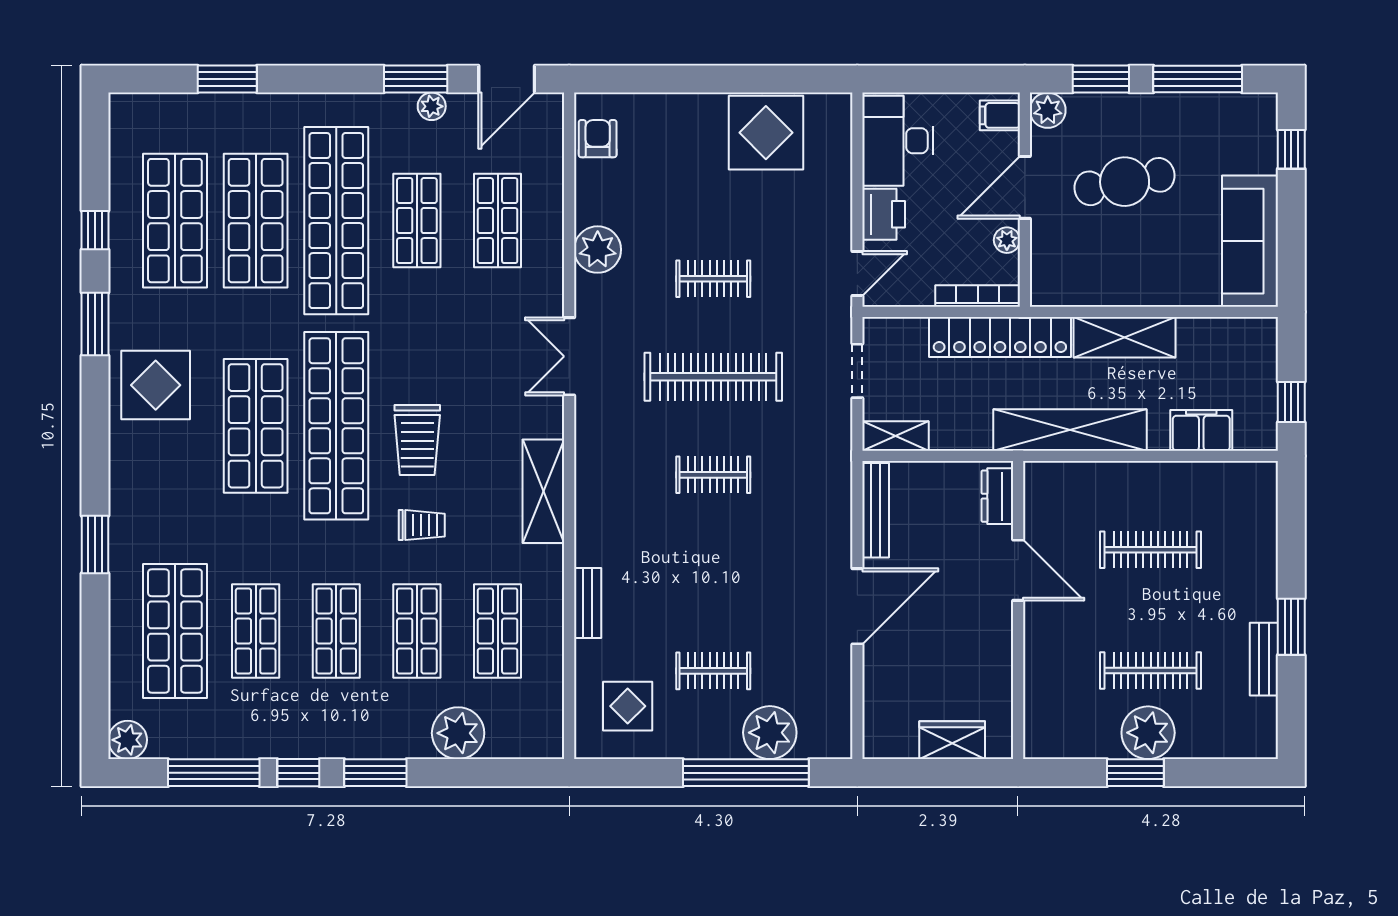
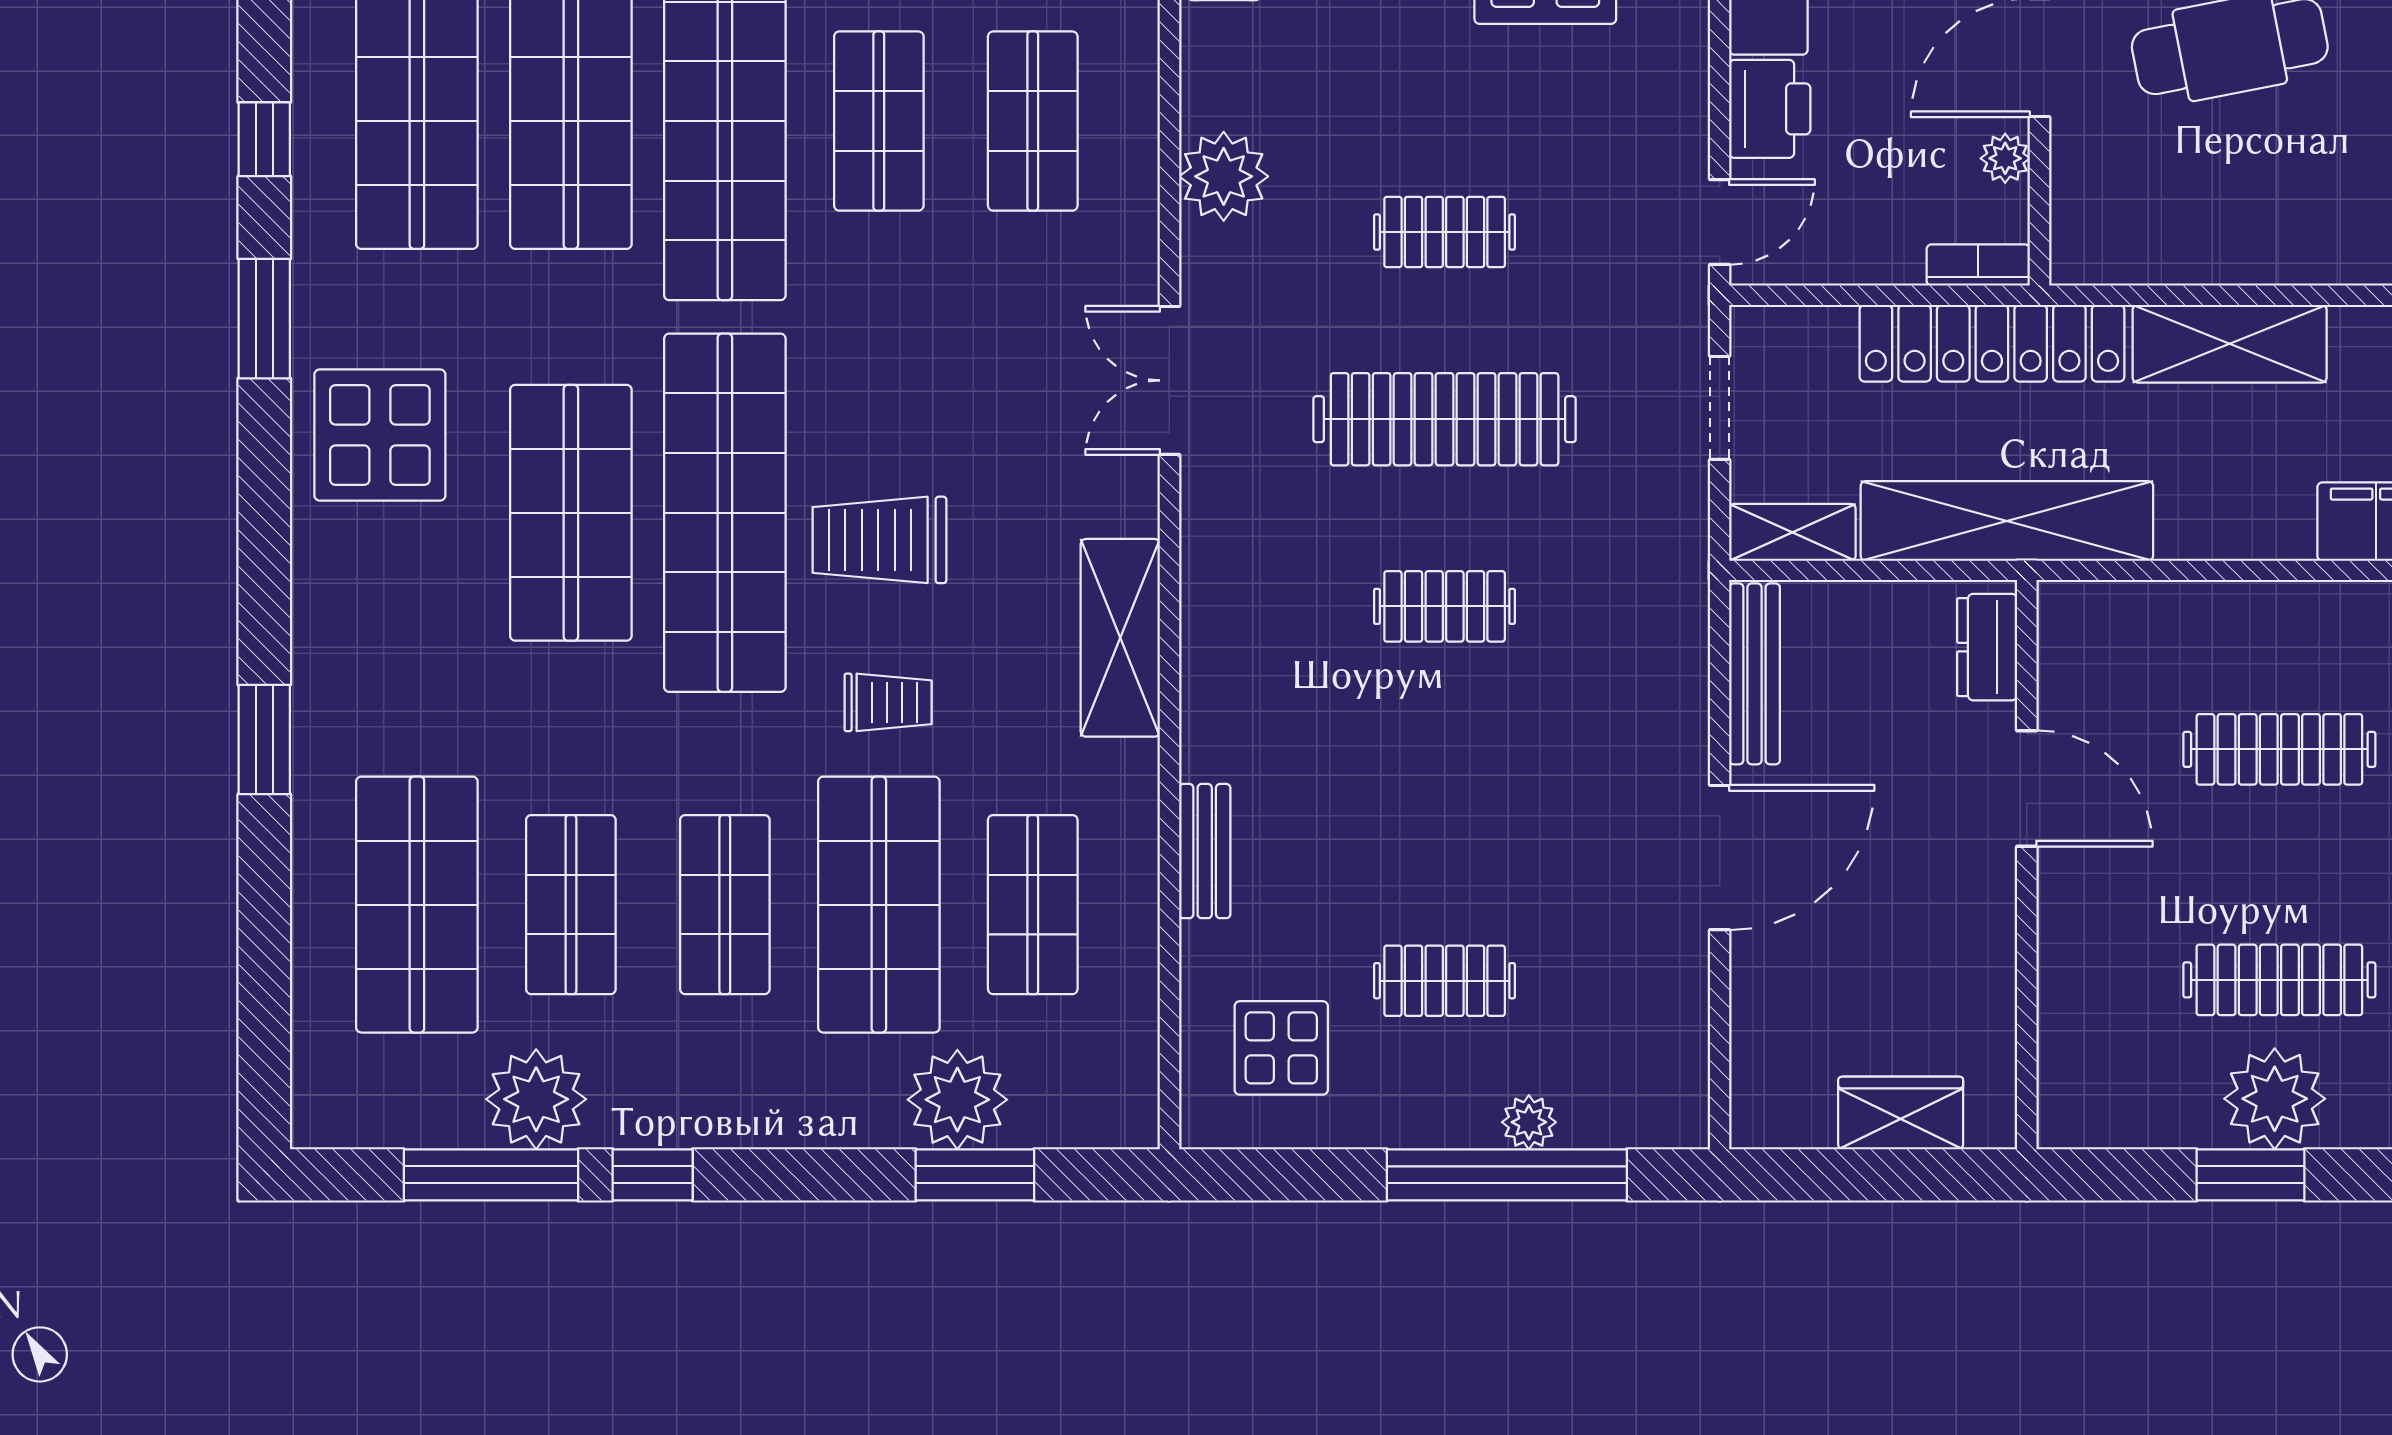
bookcase: (978, 296) -> (1978, 265), width x0.64
shelving: (1070, 430) -> (2007, 521), moved
trolley: (417, 440) -> (879, 540), turned 90
shop shelf: (417, 631) -> (879, 905), width x1.43, depth x1.36
plant: (770, 733) -> (1529, 1122), width x0.53, depth x0.53
plant: (128, 740) -> (536, 1099), moved, width x1.36, depth x1.36
window: (375, 773) -> (975, 1175), moved

